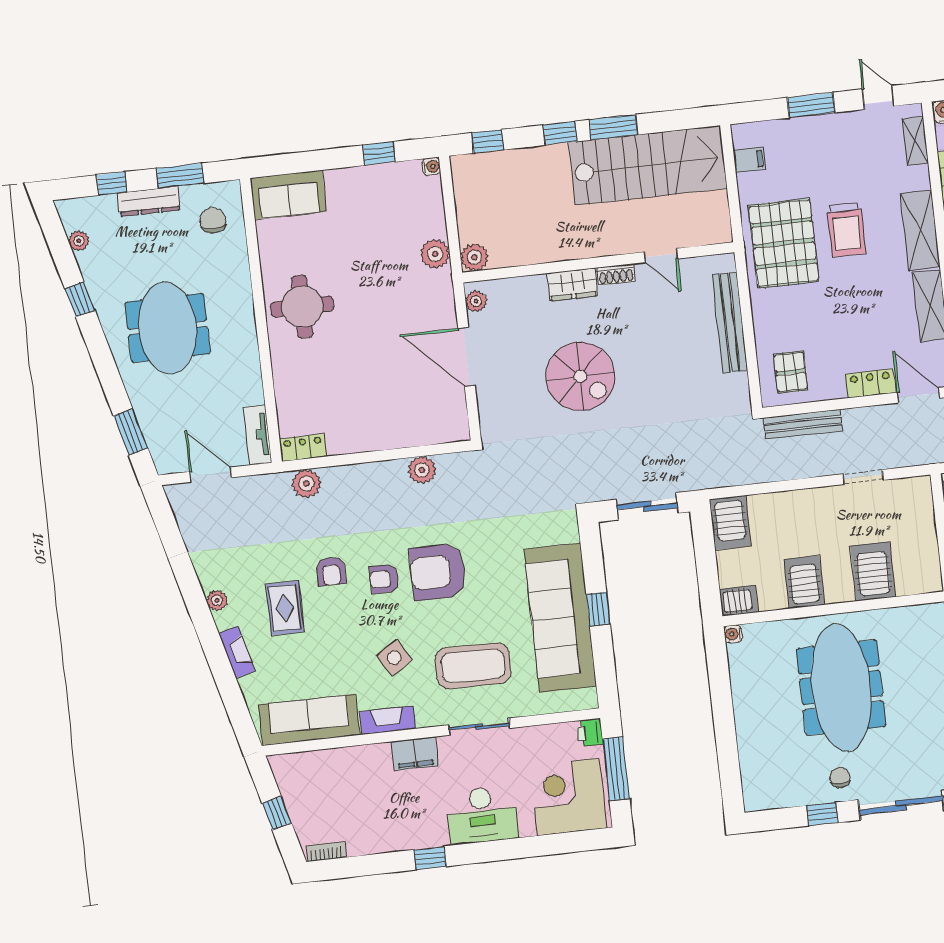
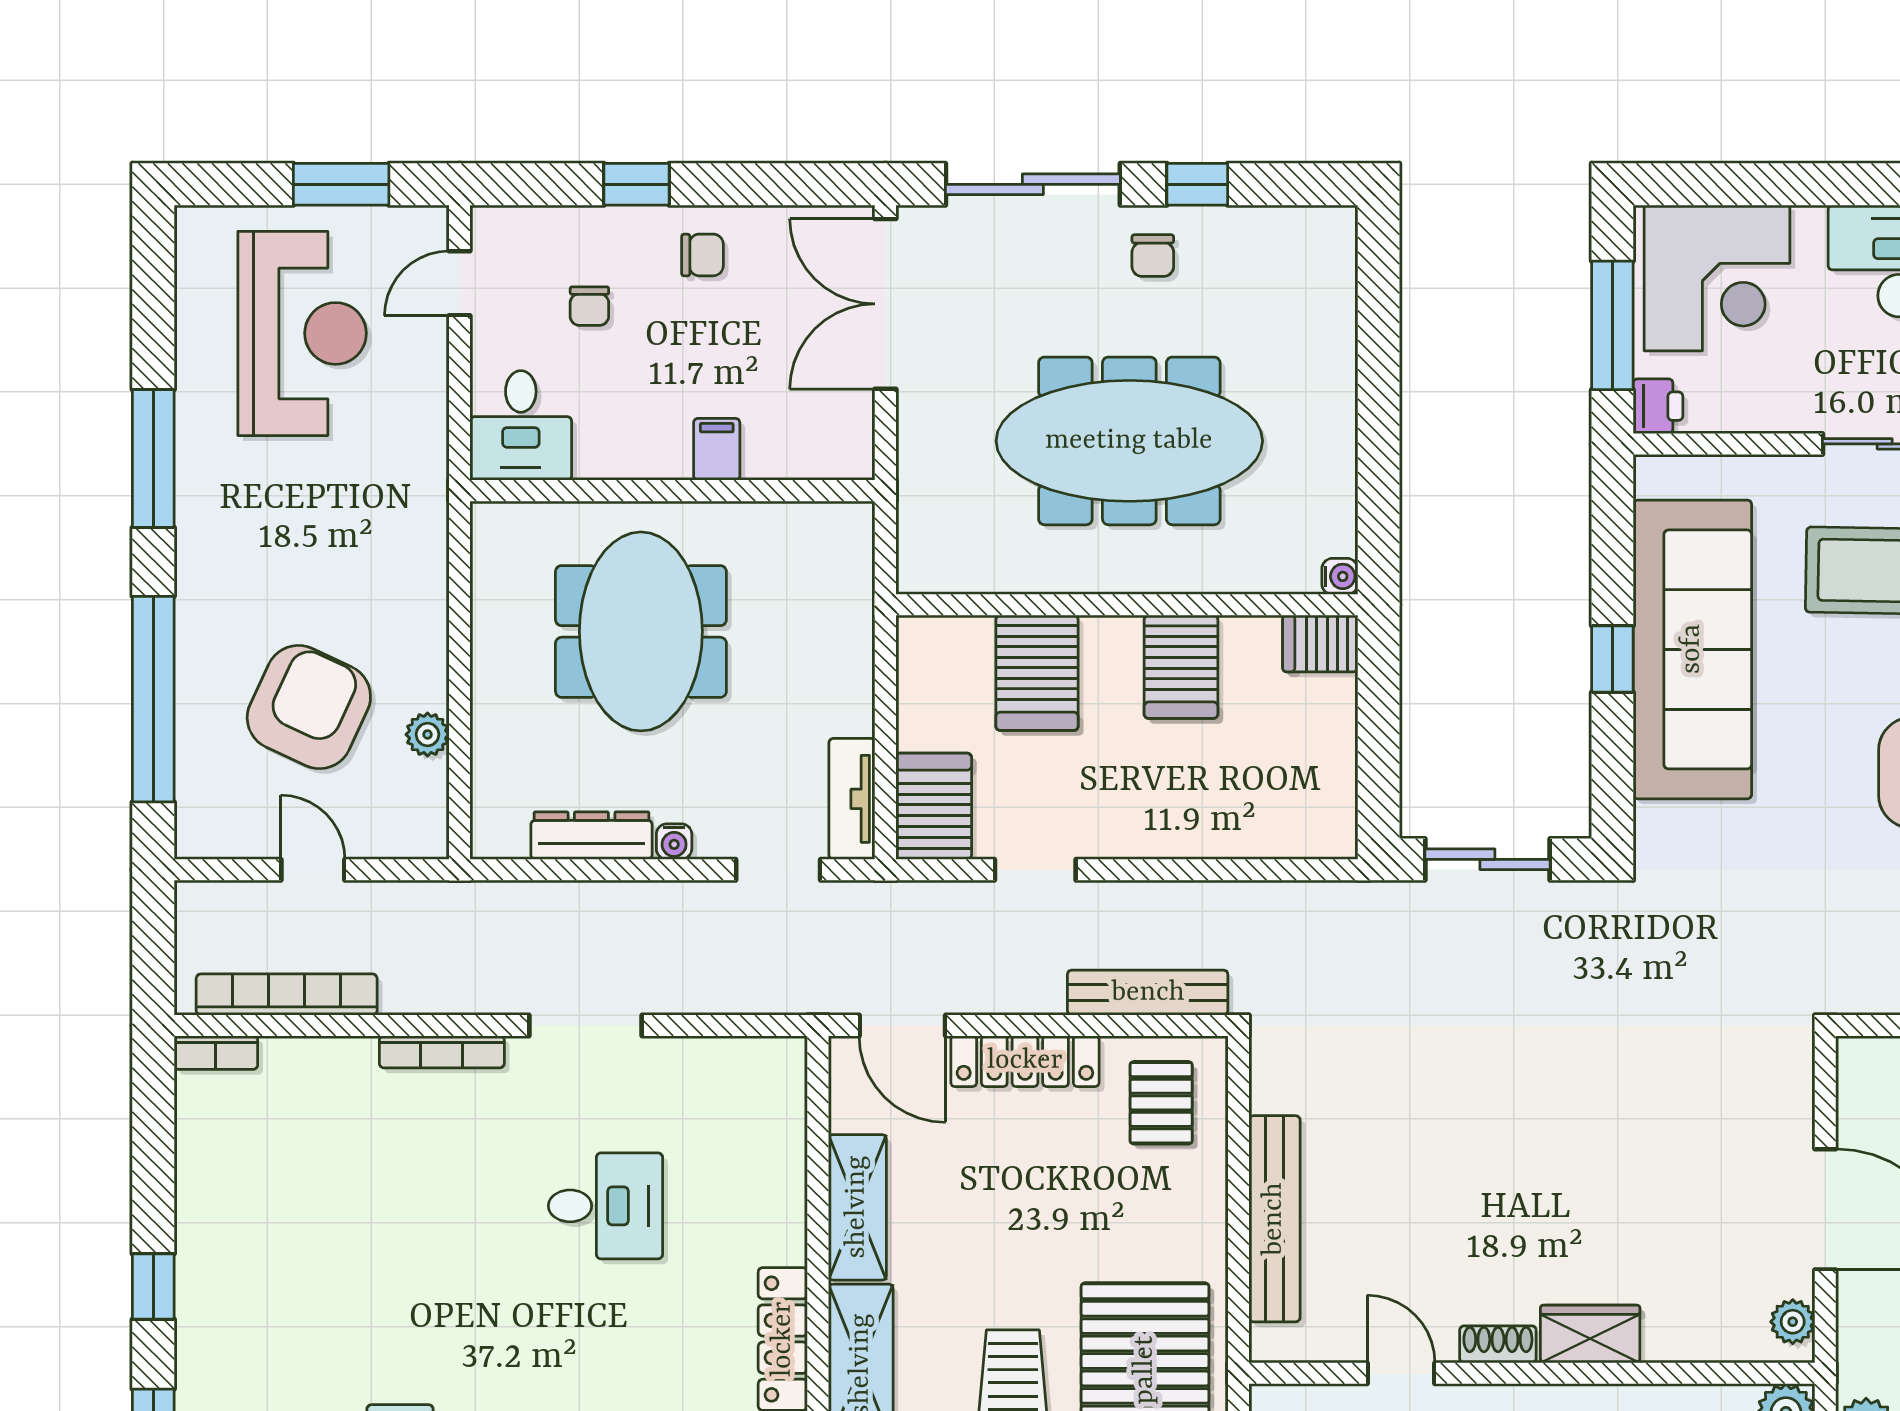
spiral stairs: (580, 376) -> (1595, 1143), removed
locker: (870, 383) -> (1025, 1061), width x1.53
server rack: (730, 523) -> (934, 806), moved
meeting table: (841, 687) -> (1129, 441), turned 90

